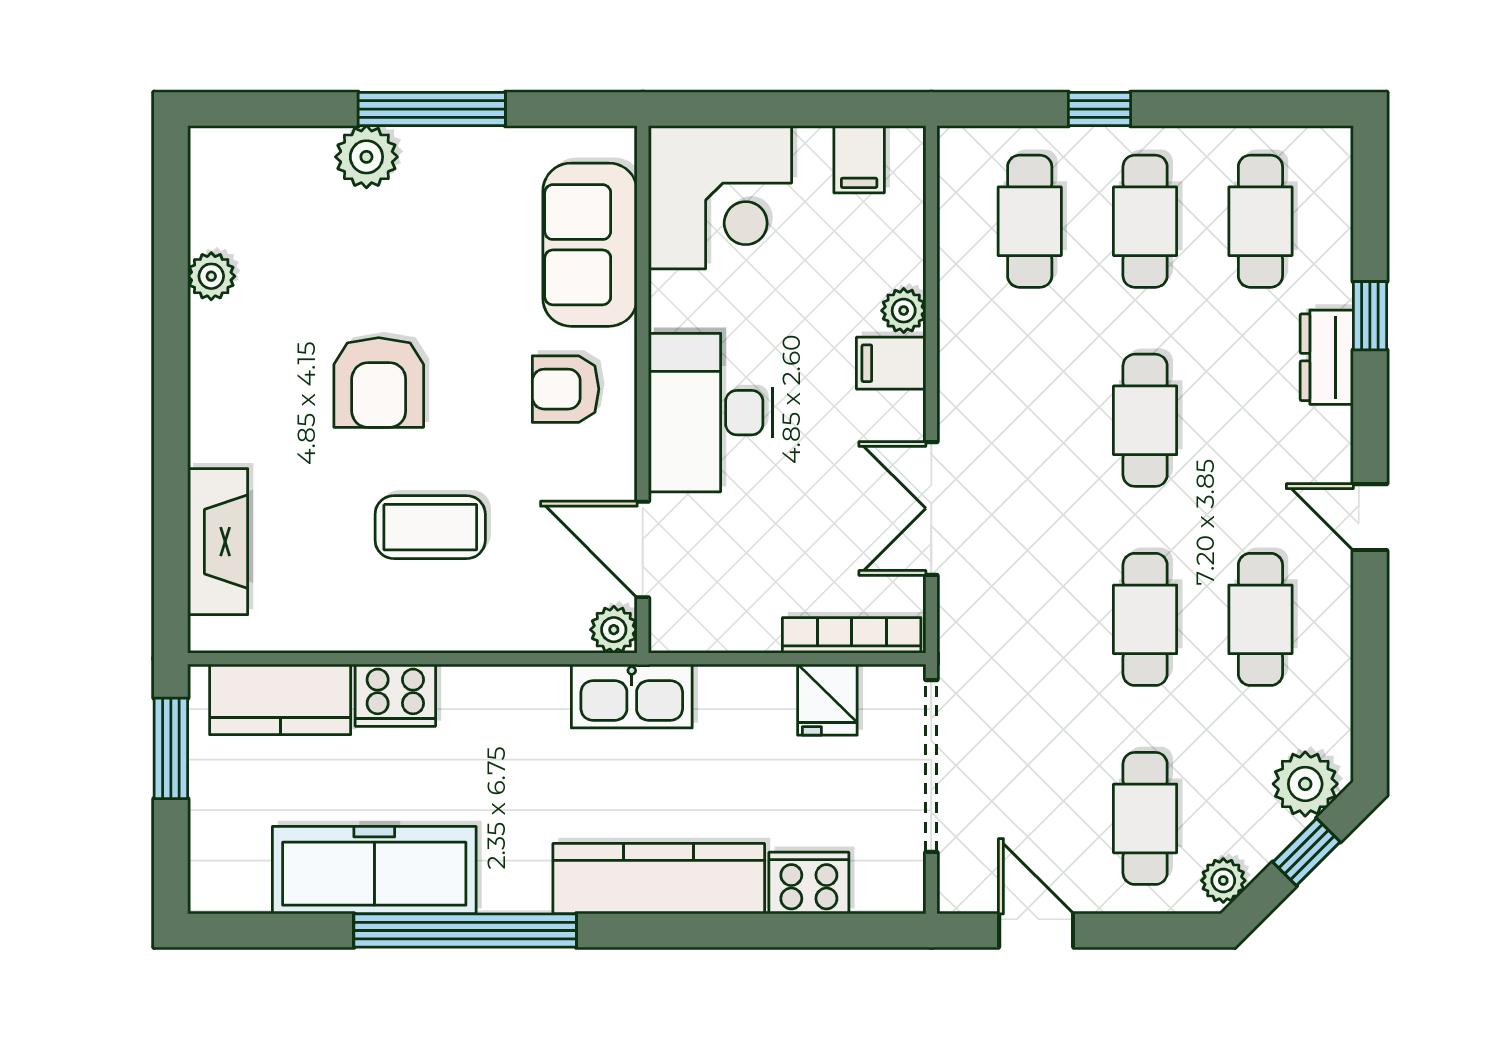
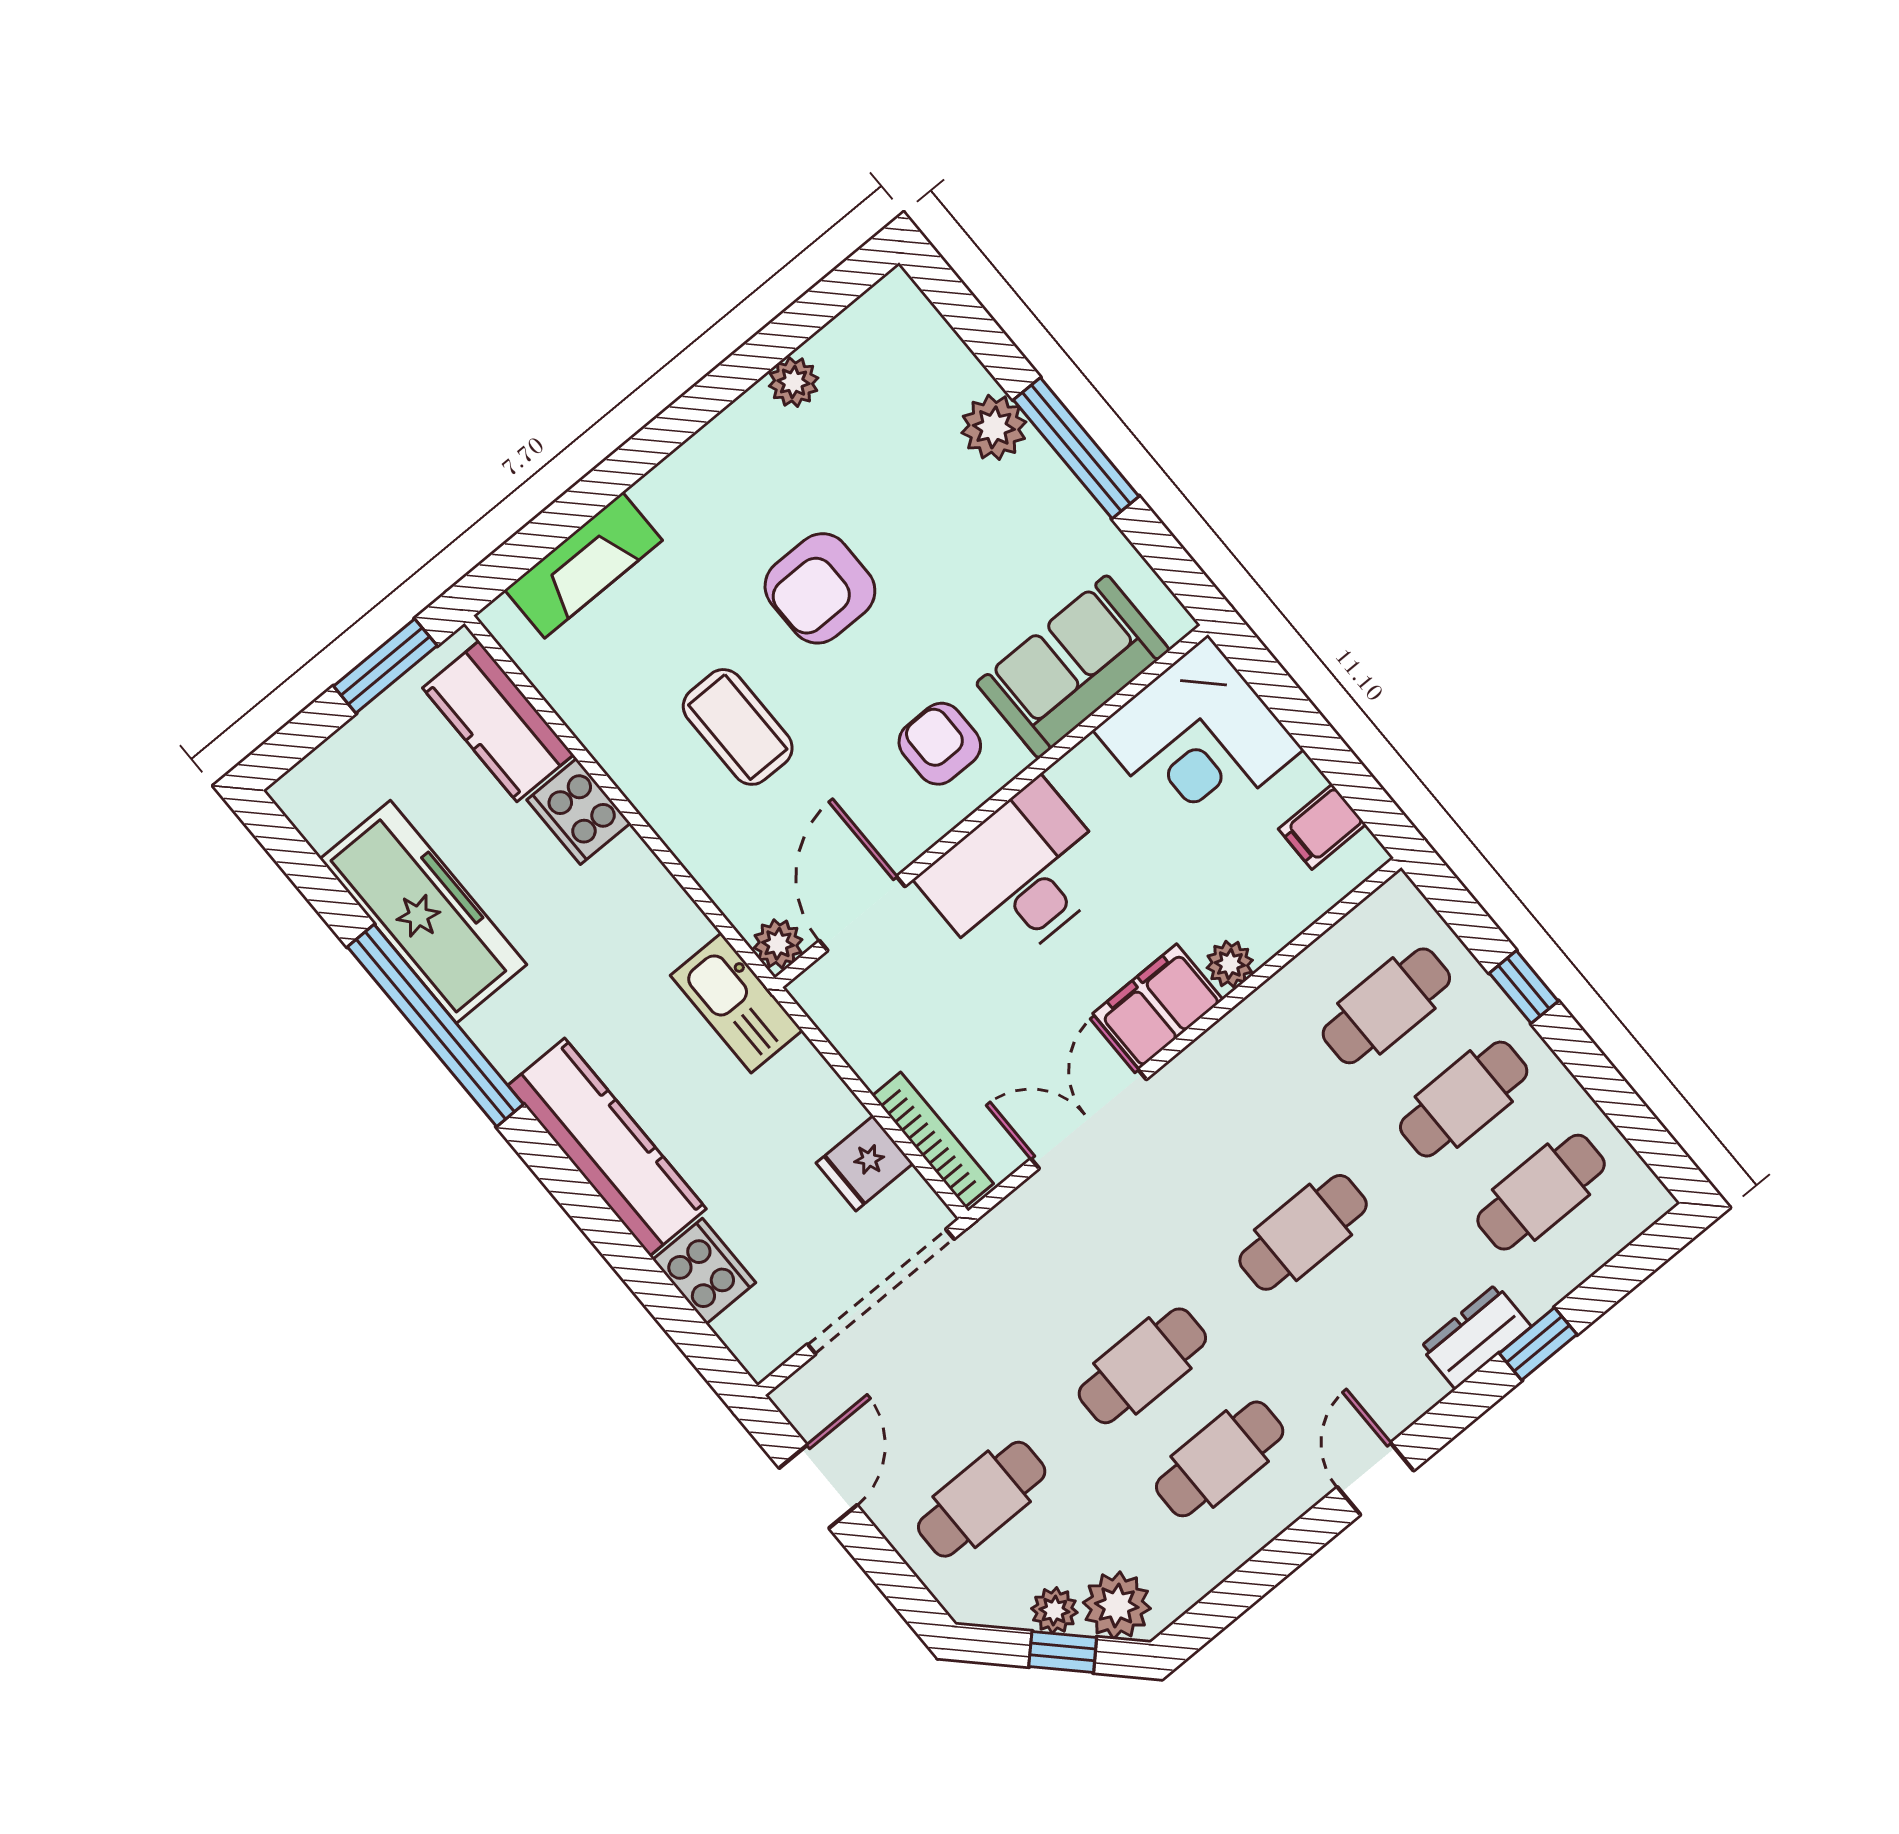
filing cabinet: (891, 363) -> (1158, 1007), width x2.00
plant: (1223, 881) -> (1054, 1610), moved

